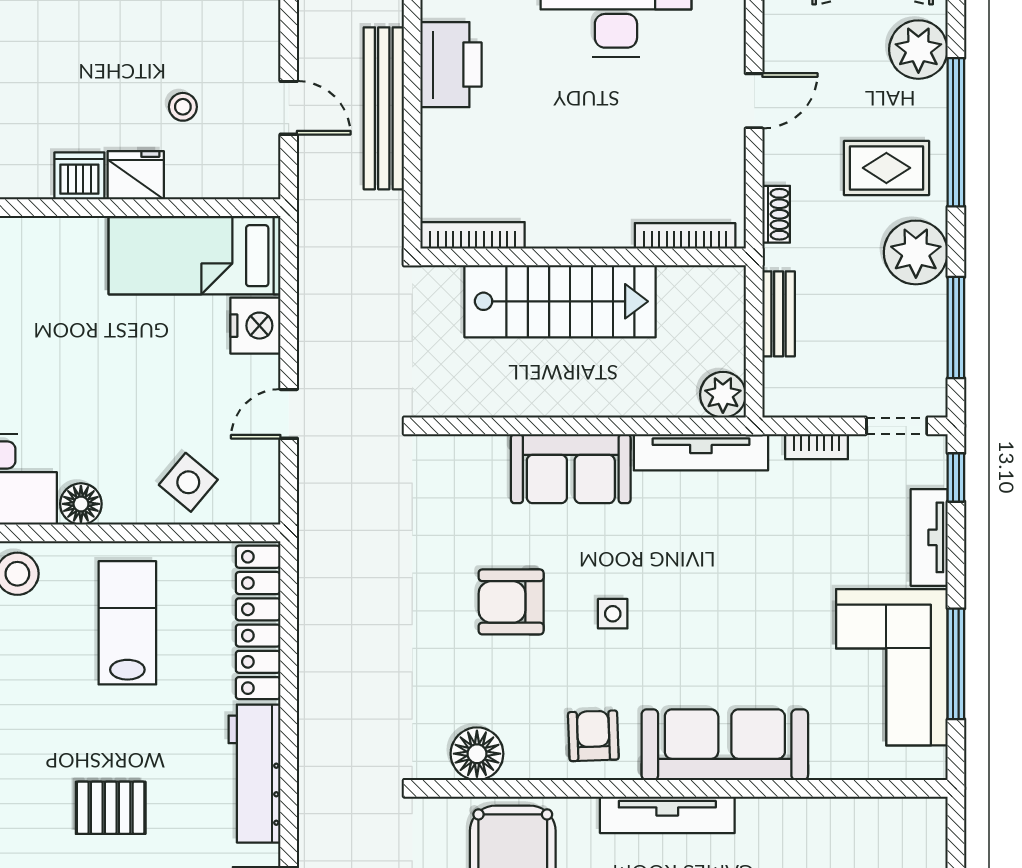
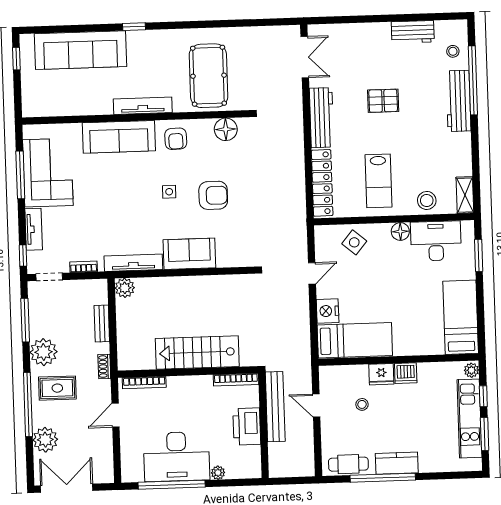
bookcase: (473, 235) -> (236, 380), moved
bookcase: (685, 236) -> (144, 383), moved
wall: (583, 257) -> (188, 372), moved
stairs: (560, 301) -> (197, 353), moved

